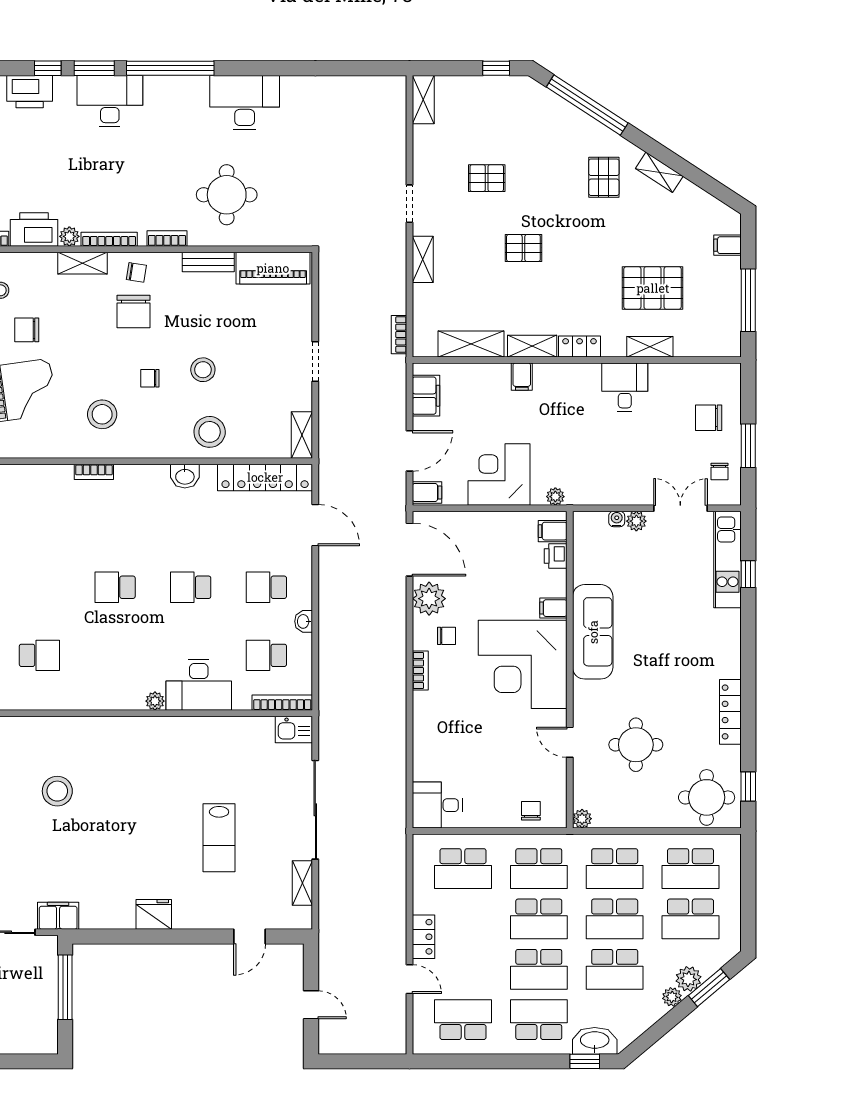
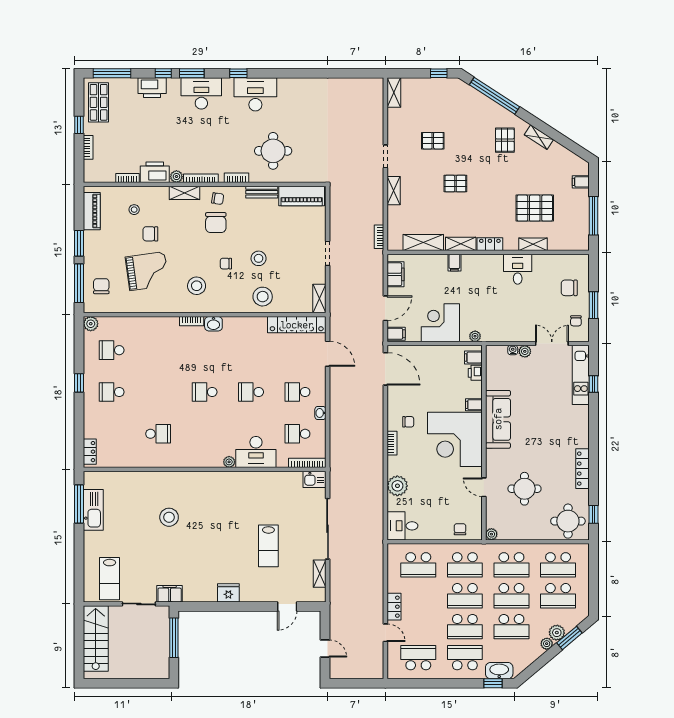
window: (170, 68) -> (238, 73), width x0.32
desk: (245, 103) -> (255, 94), moved
washbasin: (185, 476) -> (213, 324), moved
plant: (429, 599) -> (397, 486), moved

